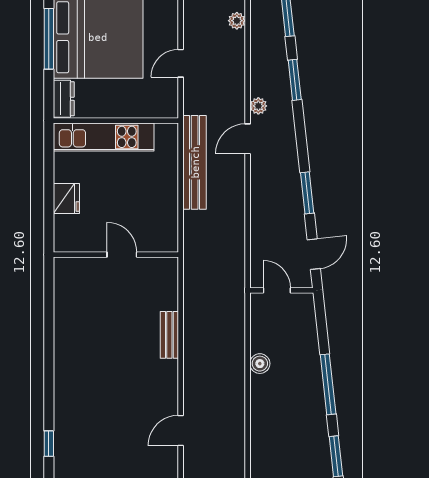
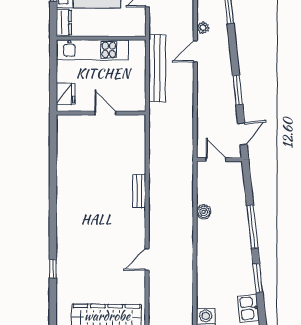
wall: (116, 255) -> (101, 113), moved
door: (122, 255) -> (105, 113), moved

